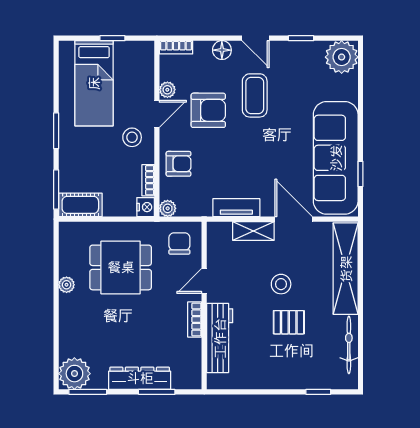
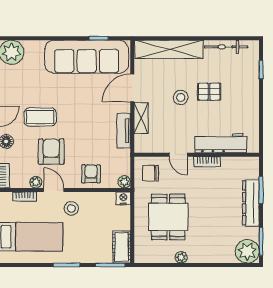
bookcase: (148, 180) -> (25, 196), moved
pallet: (289, 322) -> (209, 92), turned 90

